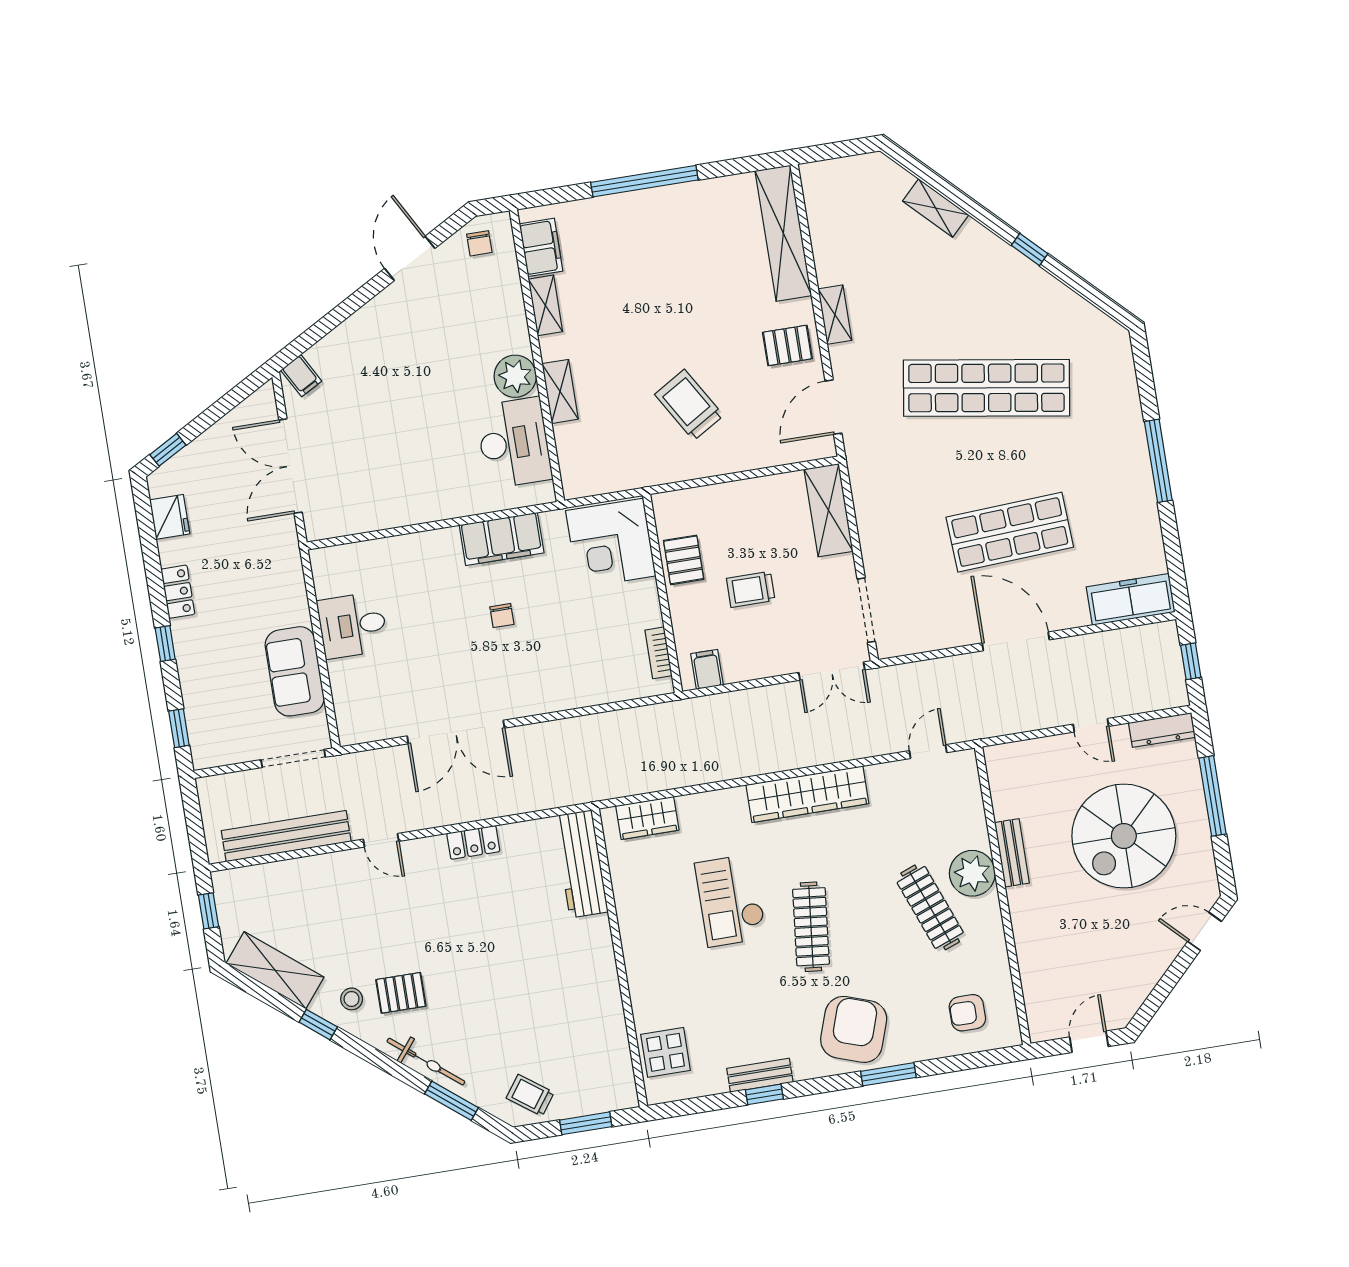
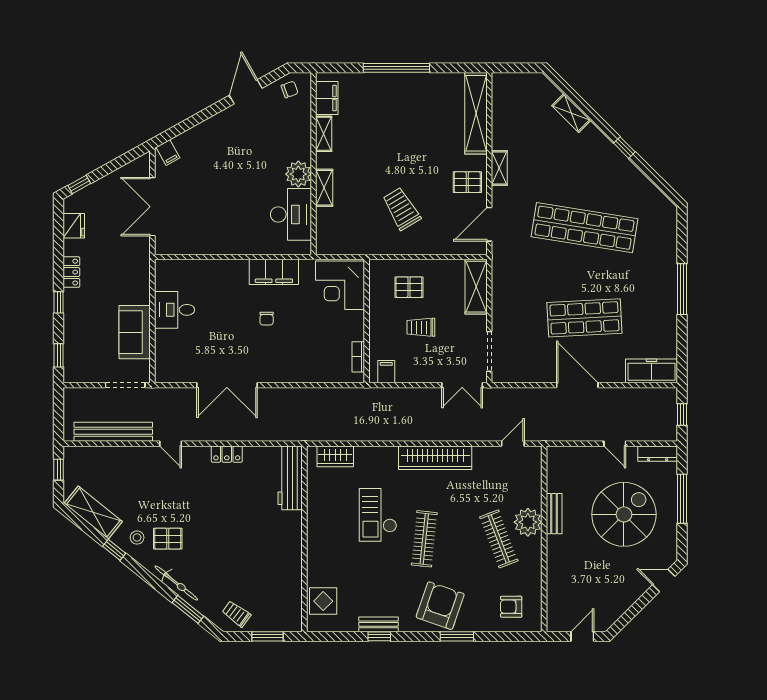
chair: (479, 243) -> (290, 89), turned -110
pallet: (684, 560) -> (409, 287), moved, turned 90
spiral stairs: (1124, 836) -> (624, 514), turned 180

